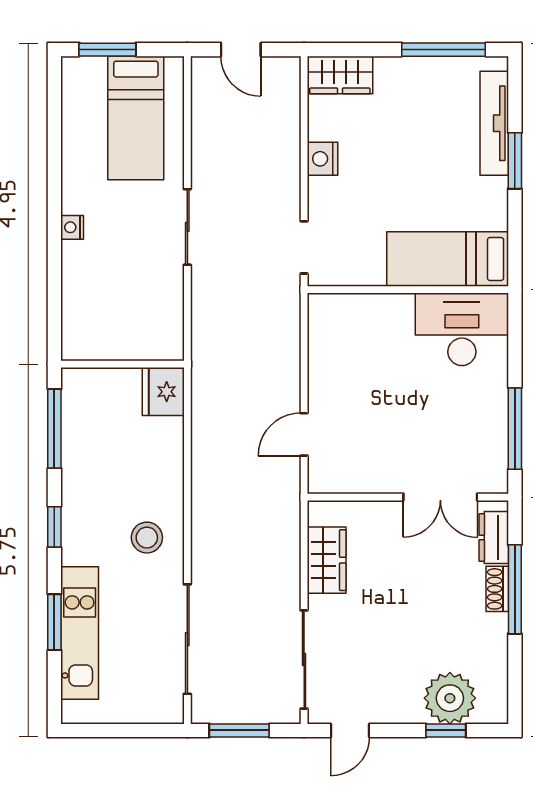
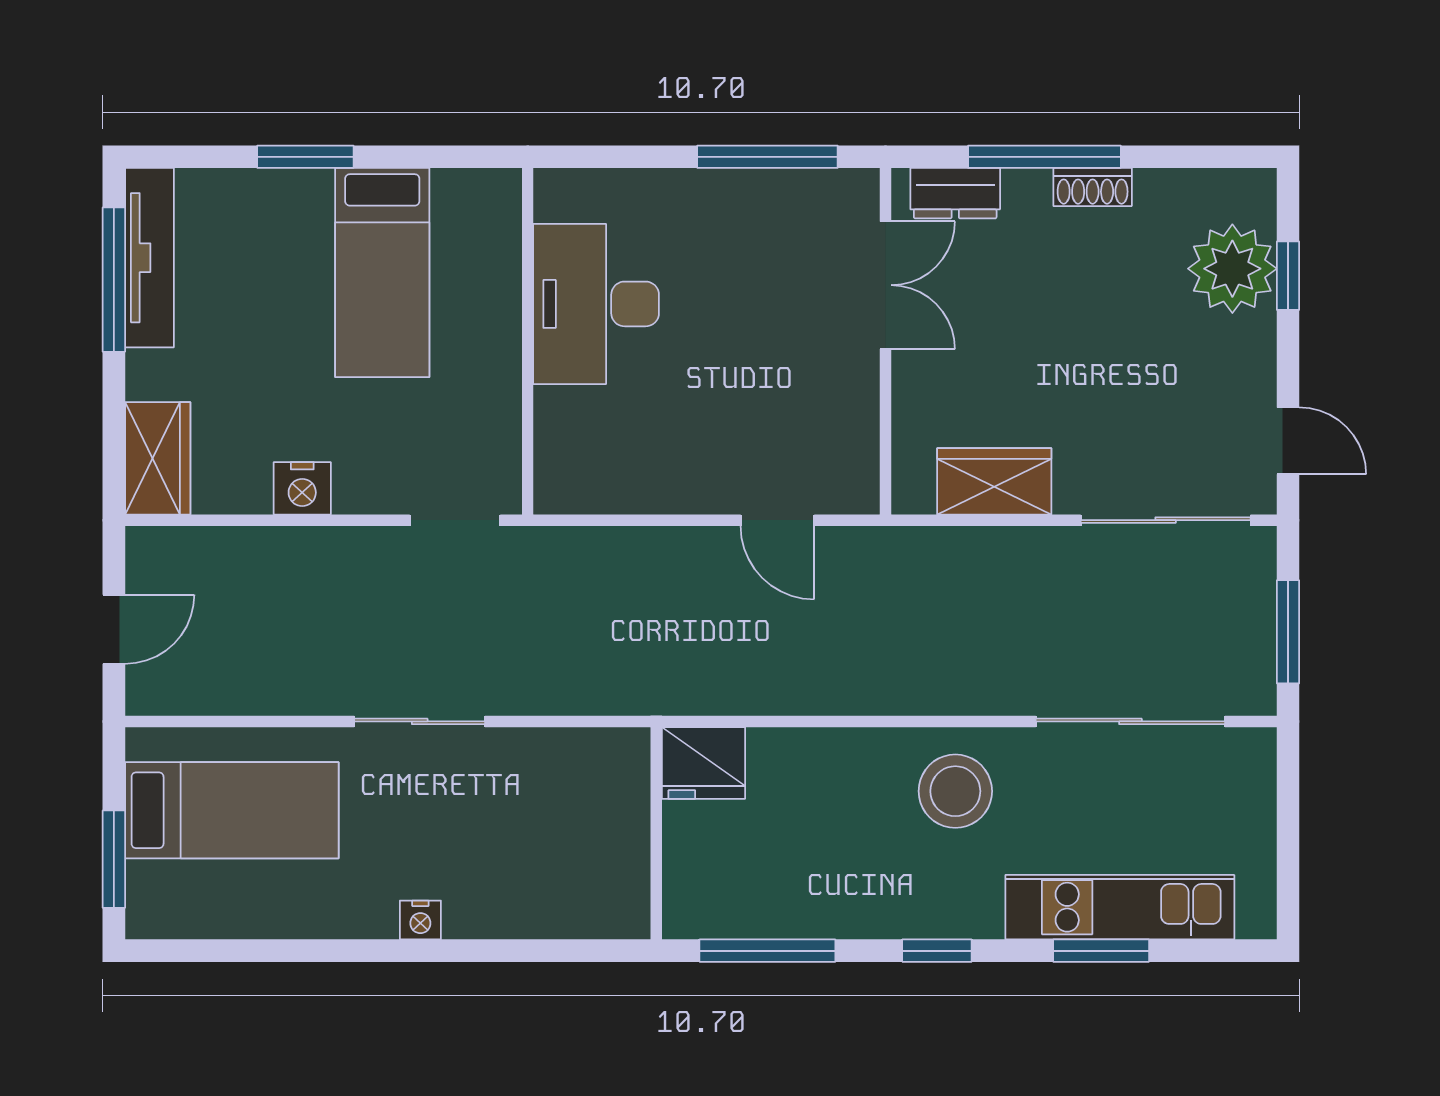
tv unit: (494, 123) -> (149, 258), moved, turned -90
bed: (448, 259) -> (382, 273), moved
desk: (462, 329) -> (596, 304), moved
stool: (147, 538) -> (955, 791), width x1.38, depth x1.38
shoe rack: (497, 589) -> (1093, 187), moved

